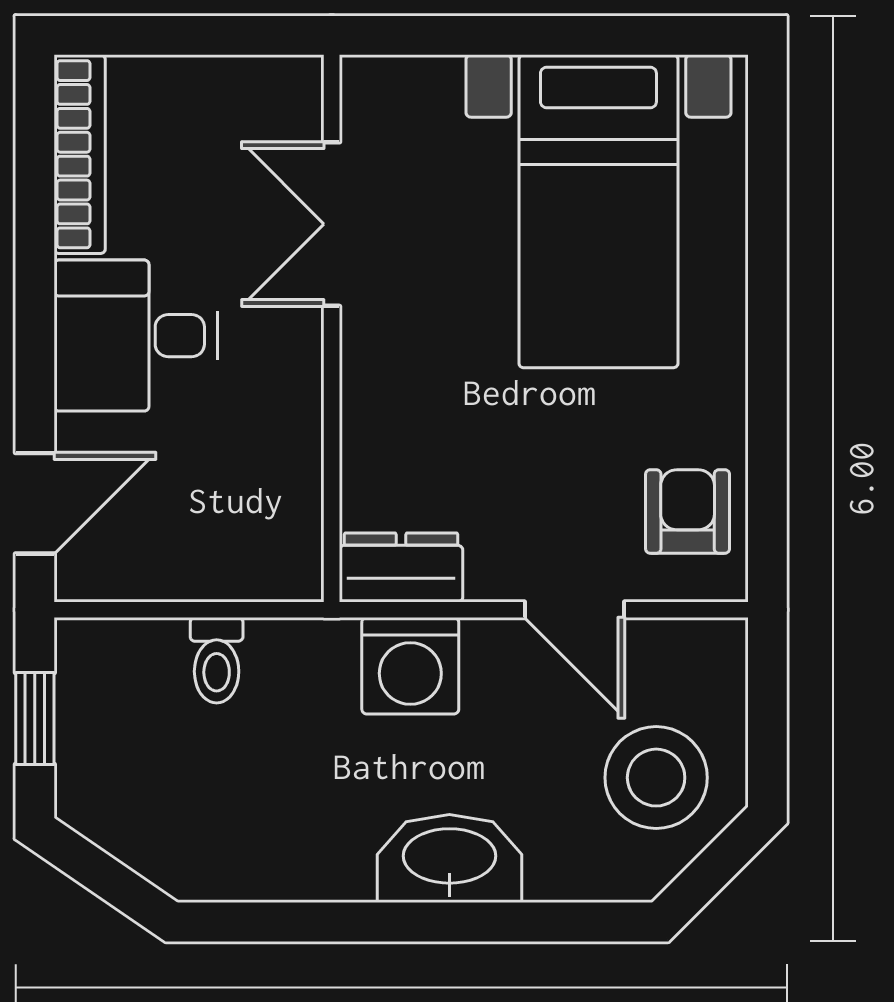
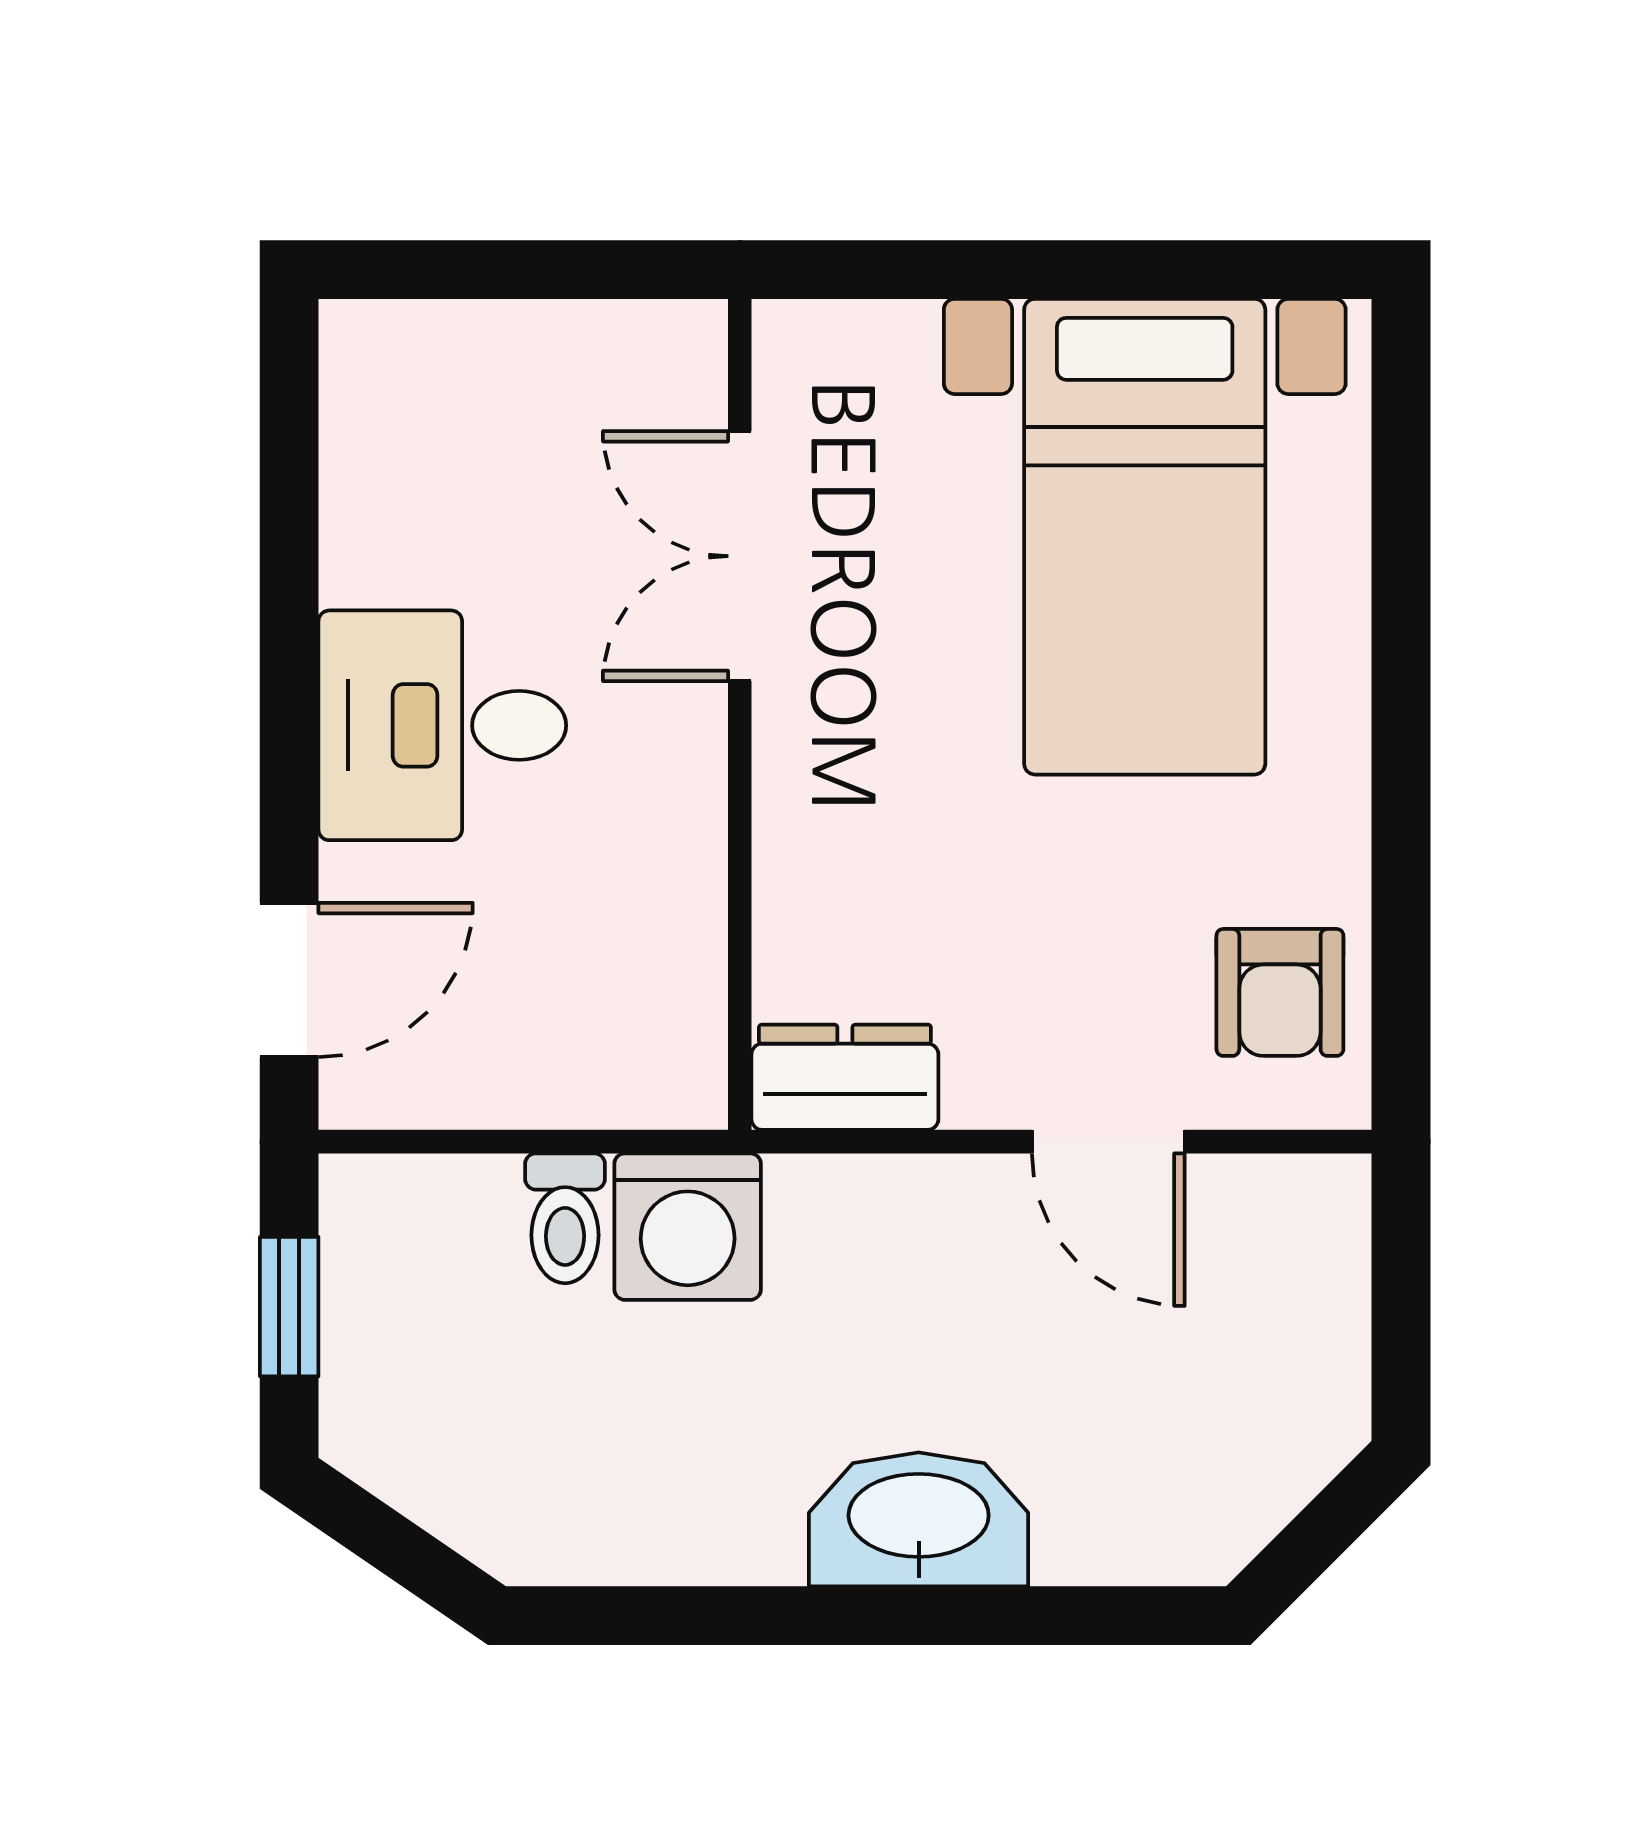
bookcase: (80, 154) -> (357, 450), removed
armchair: (688, 512) -> (1280, 992), turned 180
washing machine: (410, 666) -> (688, 1227), moved
stool: (656, 778) -> (1232, 1396), removed

